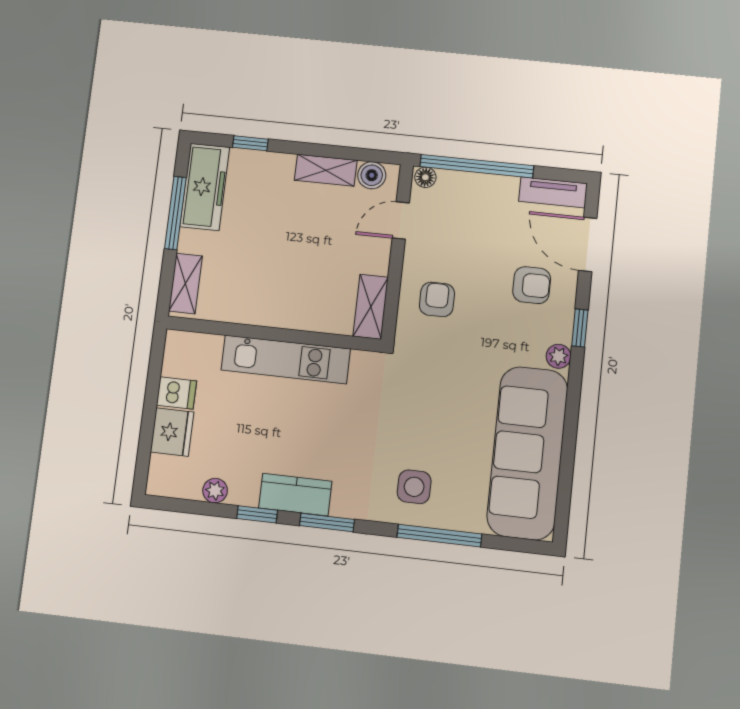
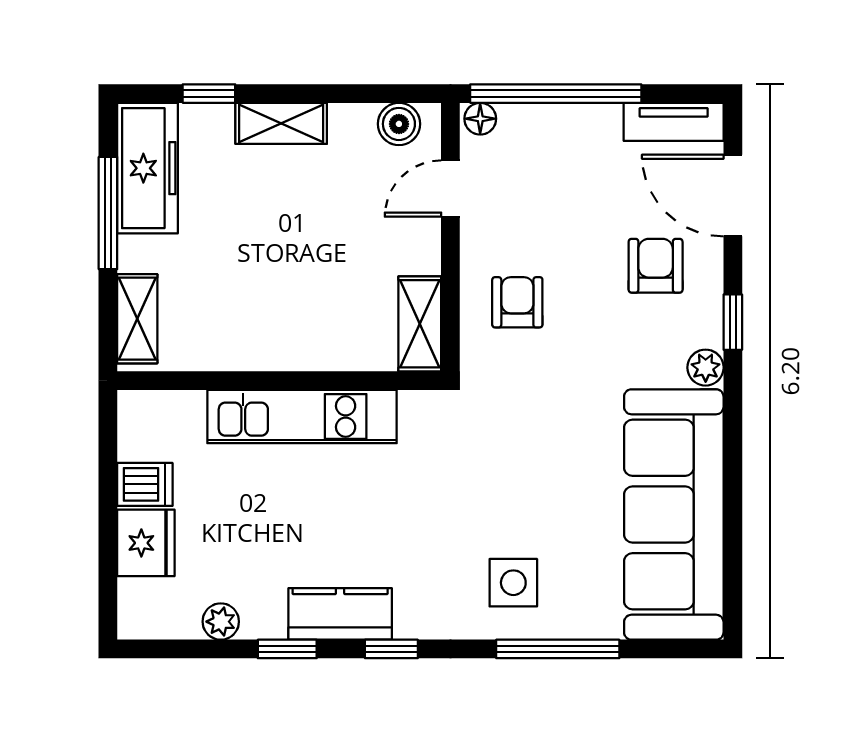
shelving: (326, 170) -> (281, 123), moved
armchair: (532, 285) -> (656, 266), turned -90
window: (327, 522) -> (391, 649), width x0.67

